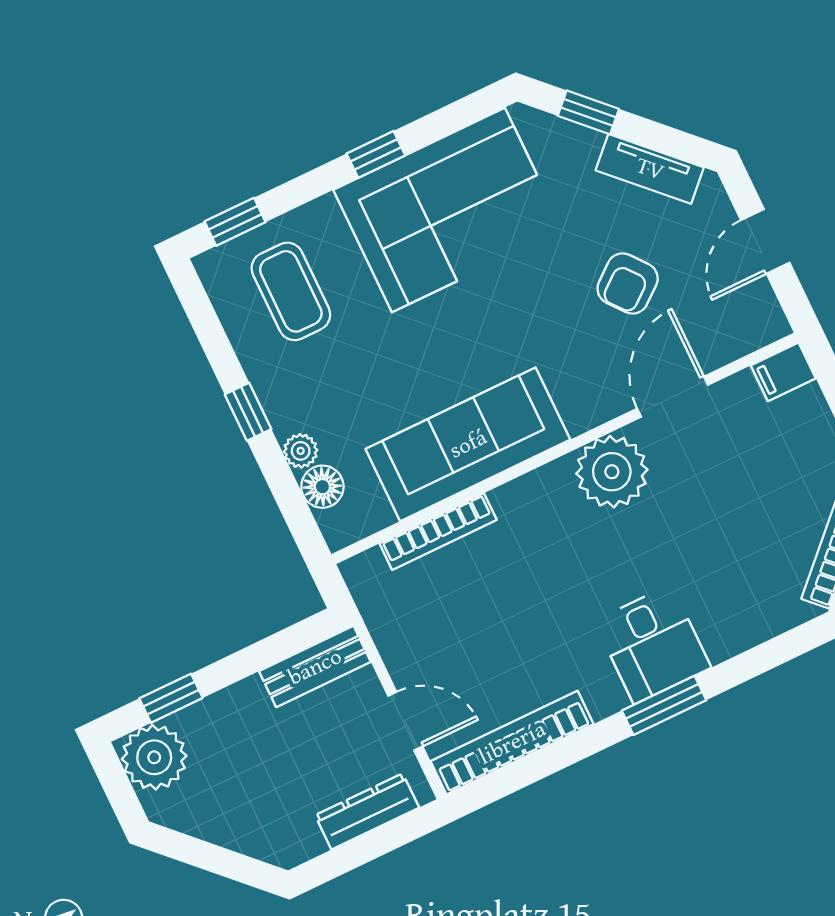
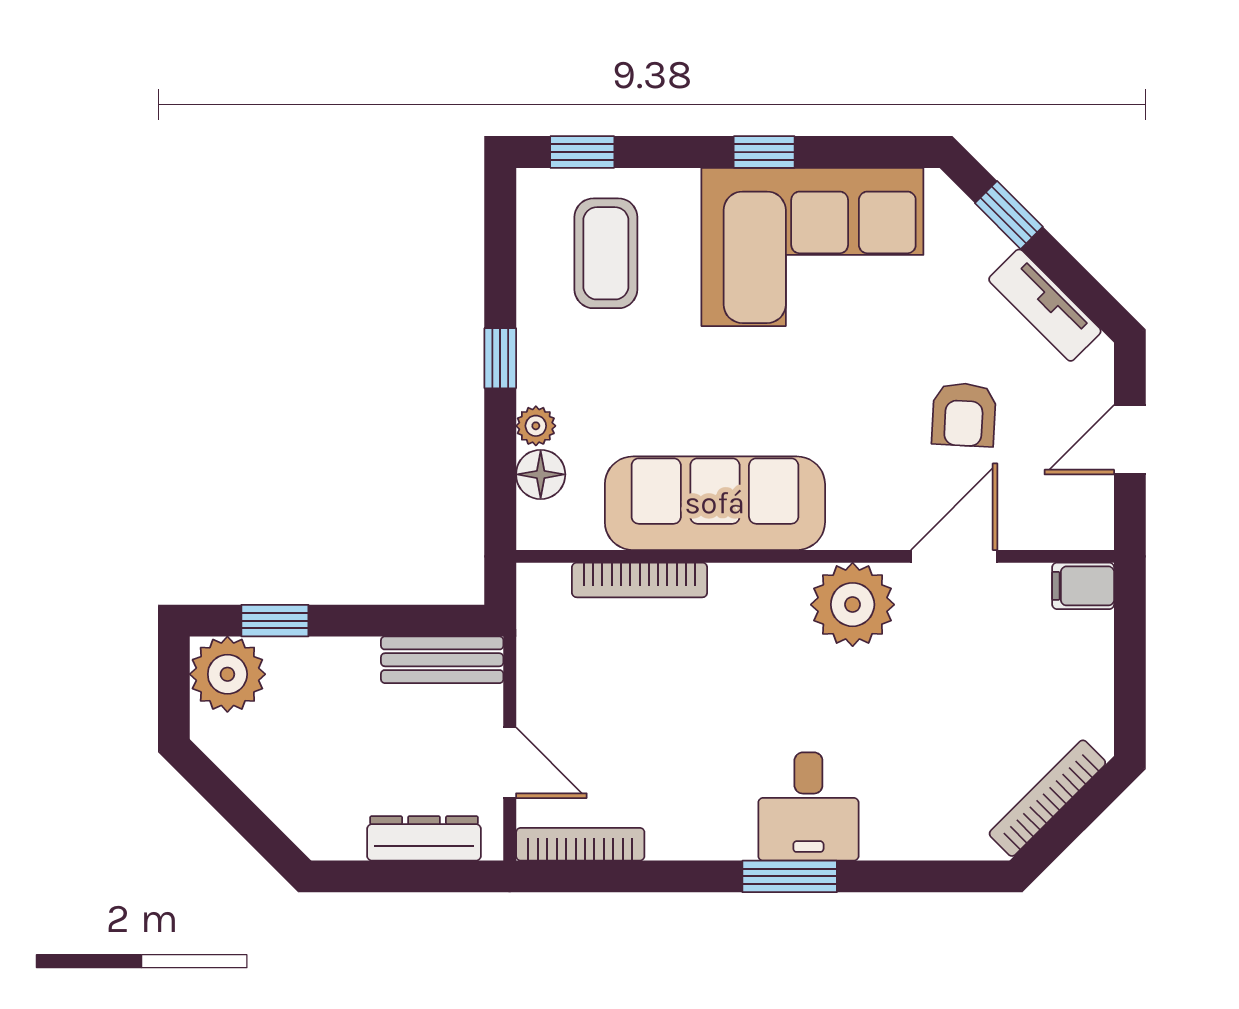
armchair: (628, 283) -> (964, 415), turned -48
bookcase: (512, 743) -> (580, 844), width x0.68, depth x0.76

